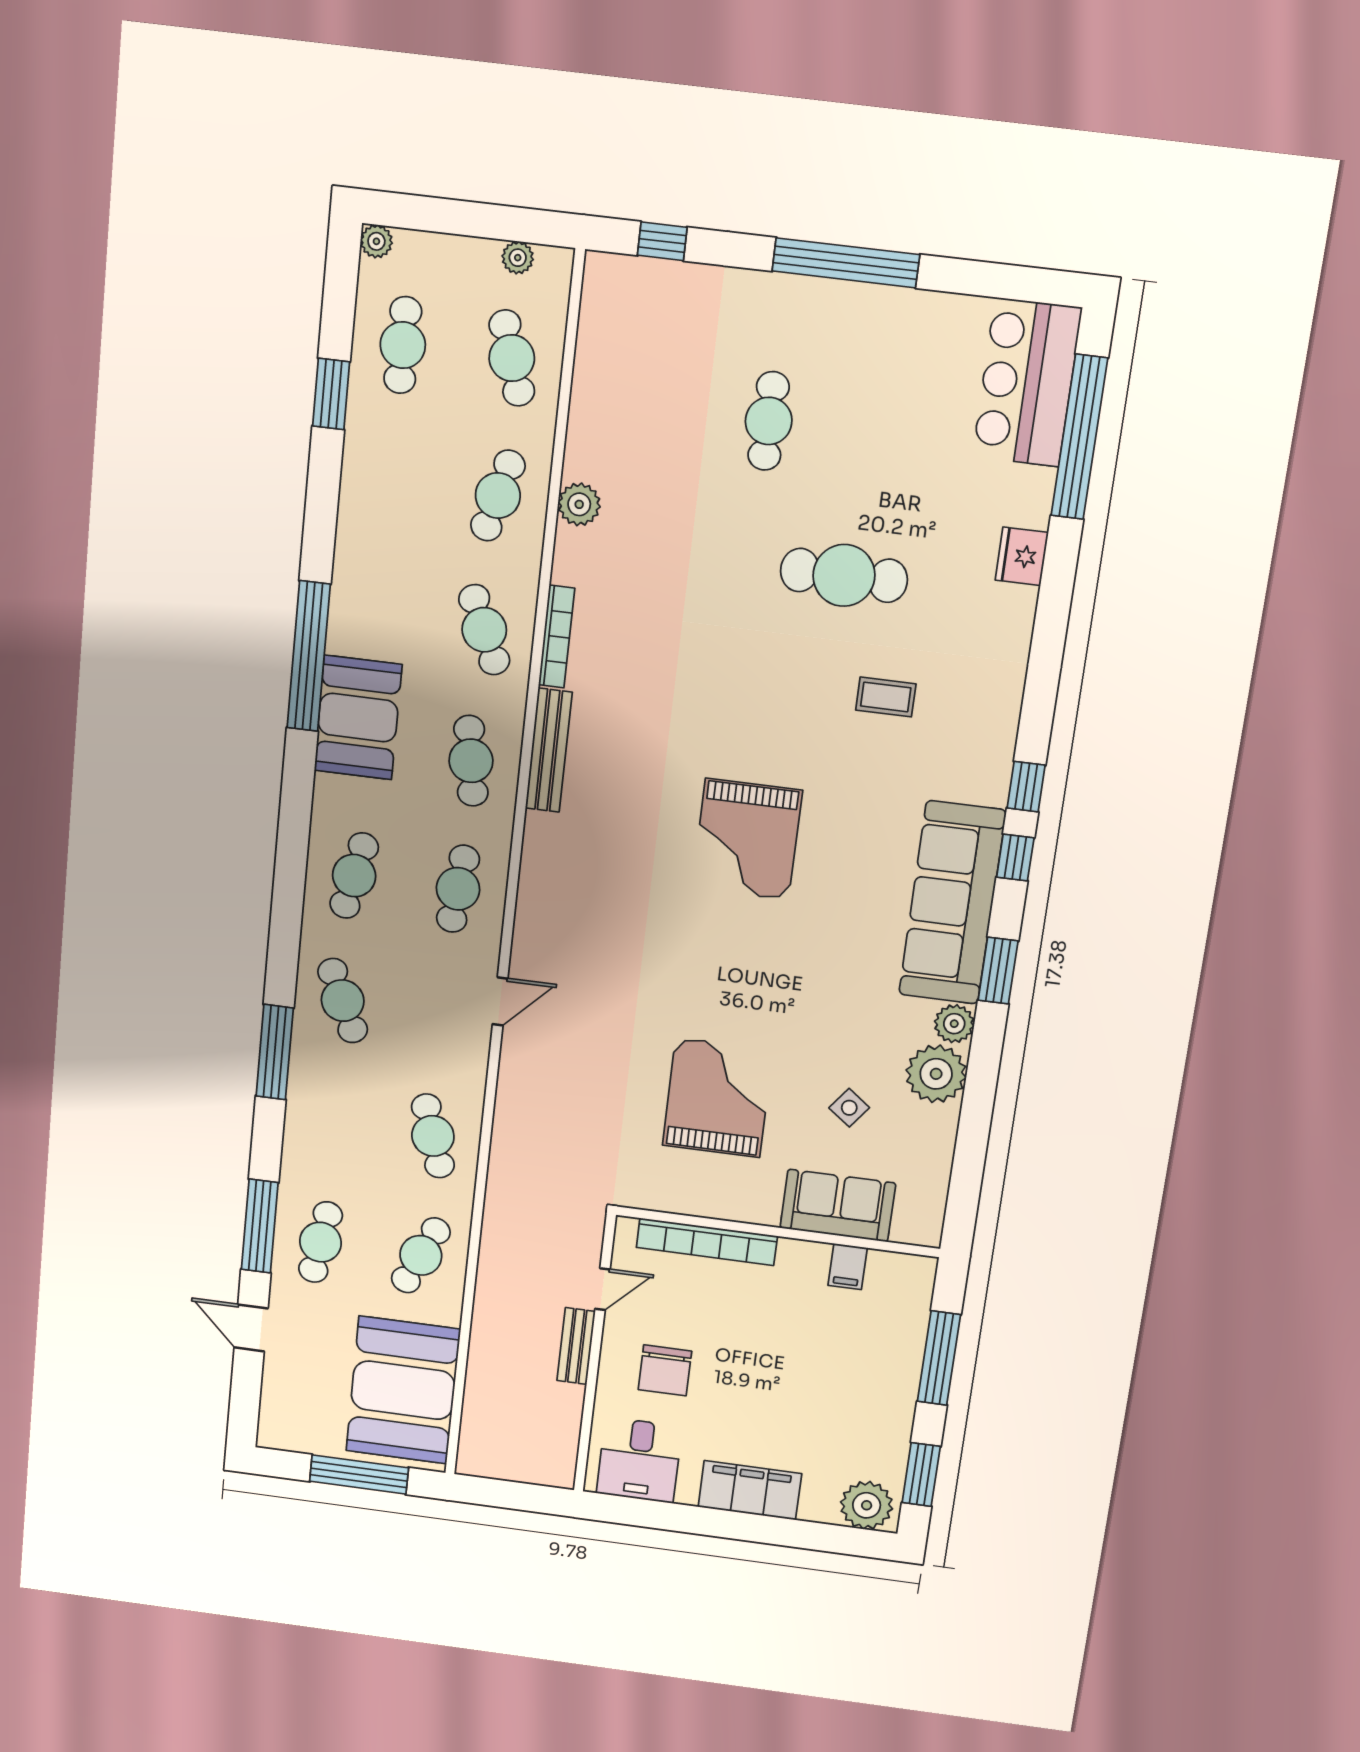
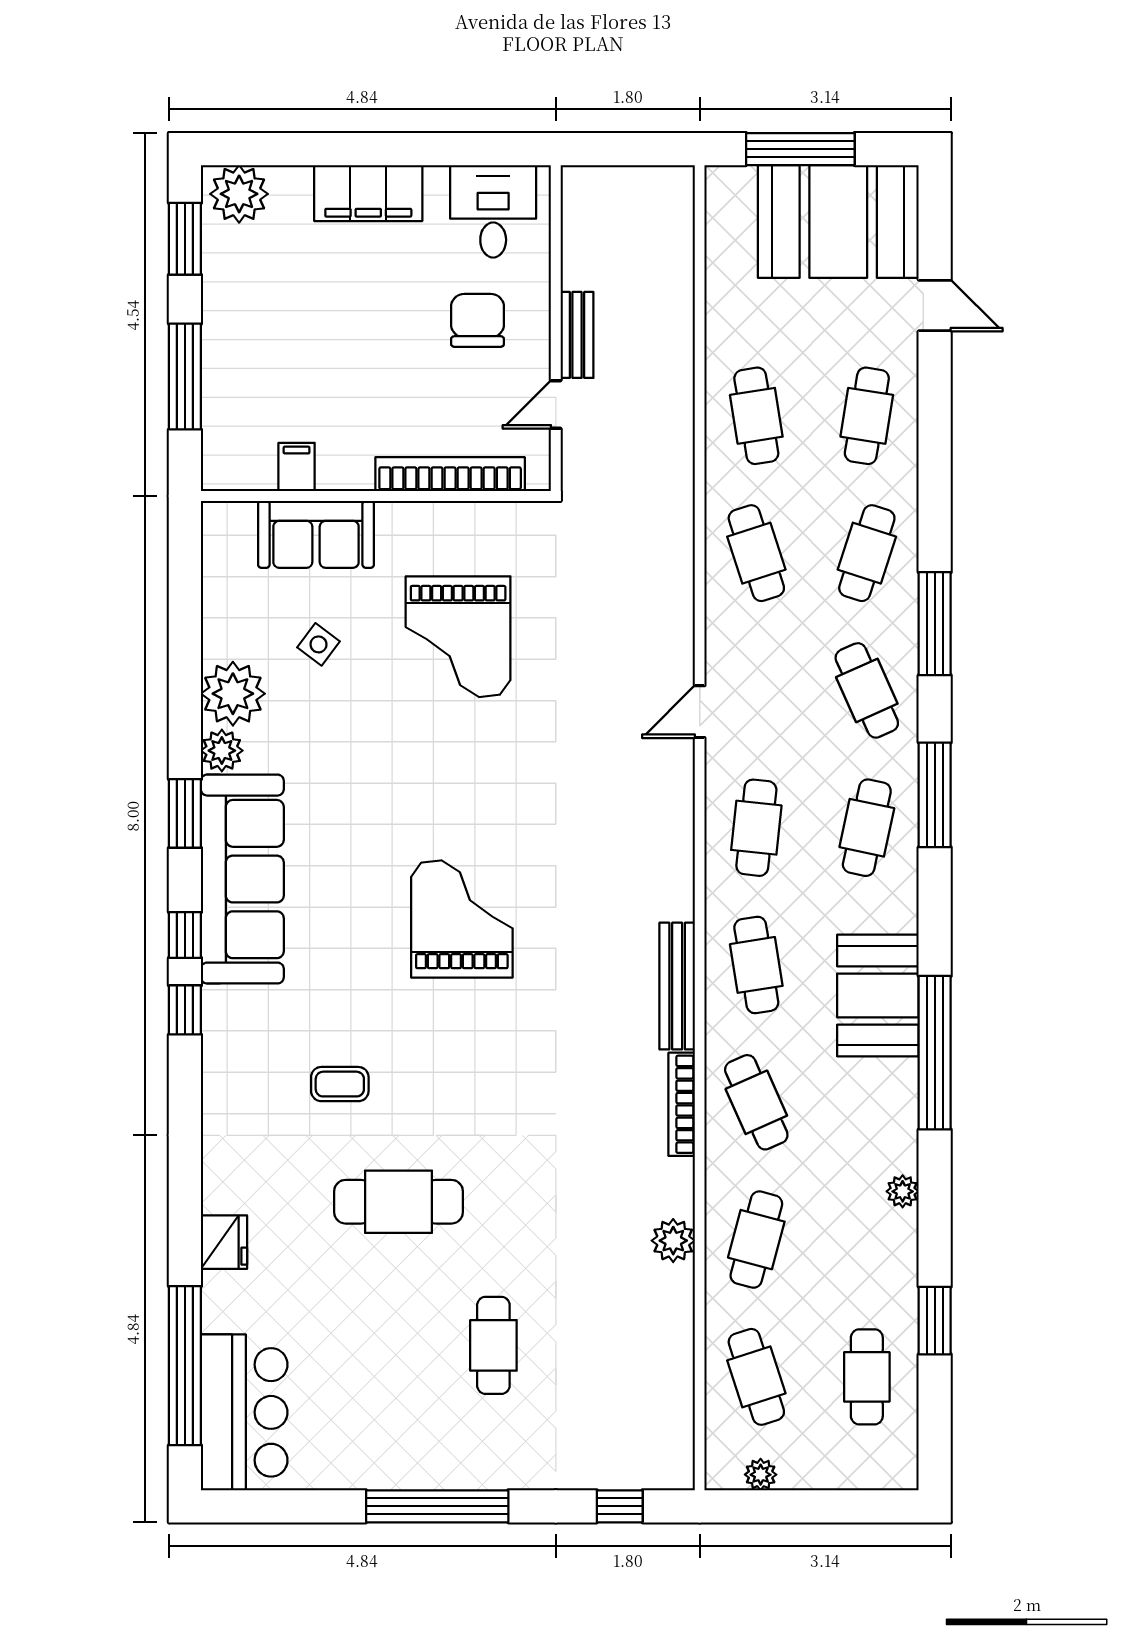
plant: (376, 241) -> (903, 1191), moved
cafe table: (331, 1123) -> (867, 553), added
window: (260, 1226) -> (935, 795), moved
cafe table: (421, 1255) -> (756, 416), turned -33
booth: (403, 1390) -> (838, 221), moved, turned 90

